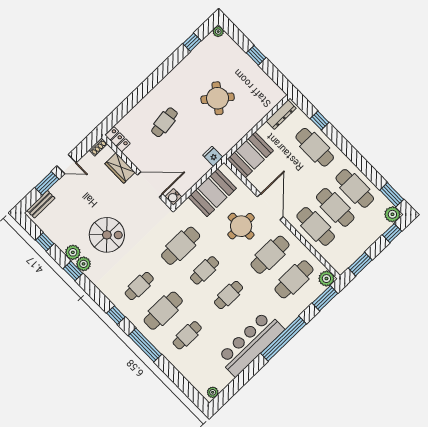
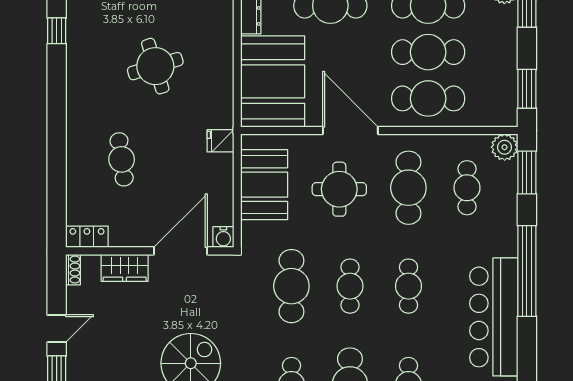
round table: (218, 98) -> (155, 66), turned 35
booth: (250, 155) -> (273, 81), width x1.36, depth x1.42
cafe table: (294, 279) -> (467, 188), width x0.73, depth x0.74

